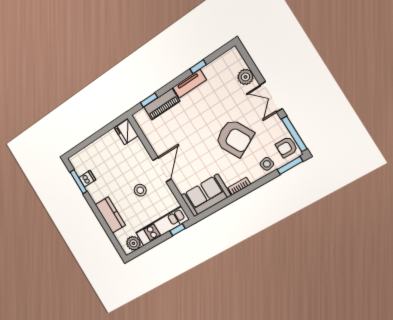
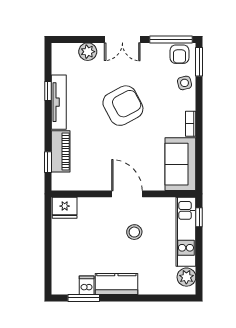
tv unit: (190, 84) -> (59, 102), width x1.41
armchair: (234, 138) -> (123, 106), moved
kitchen counter: (110, 215) -> (116, 284), moved

